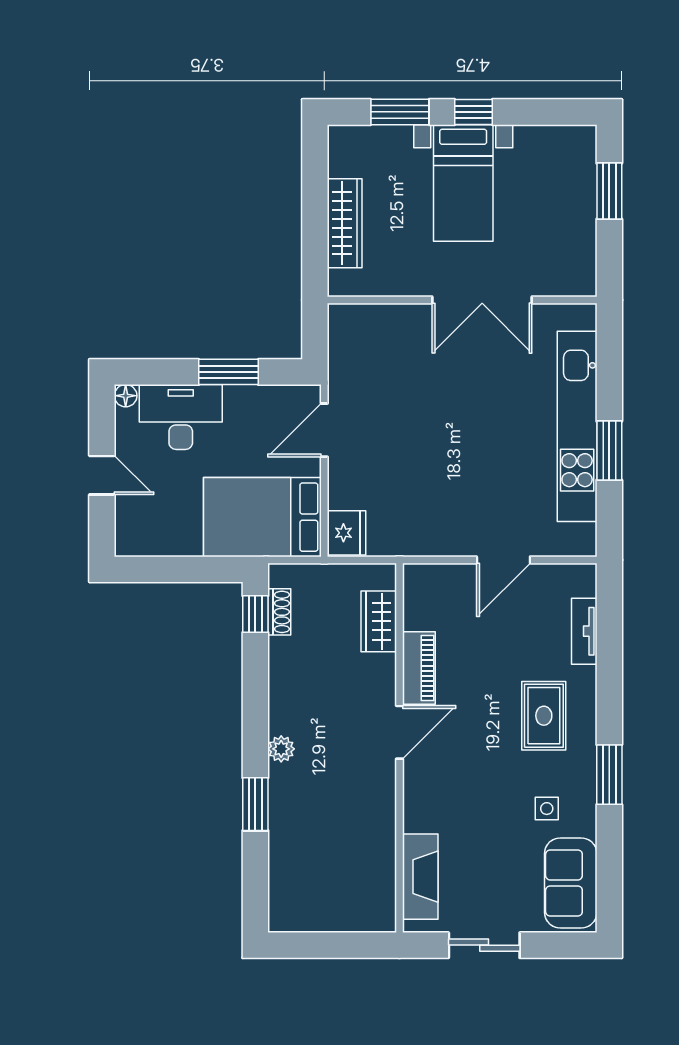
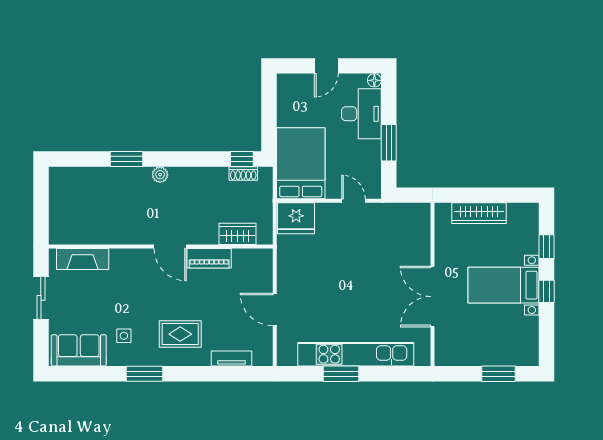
window: (400, 112) -> (547, 247), width x0.67
door: (324, 430) -> (353, 201), width x0.73
fridge: (347, 533) -> (296, 218), width x1.36, depth x1.34

